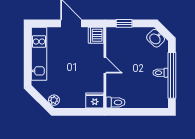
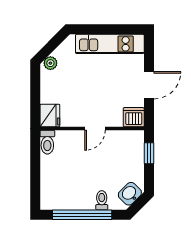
toilet: (161, 73) -> (102, 200), moved

